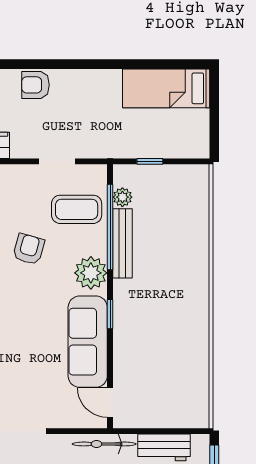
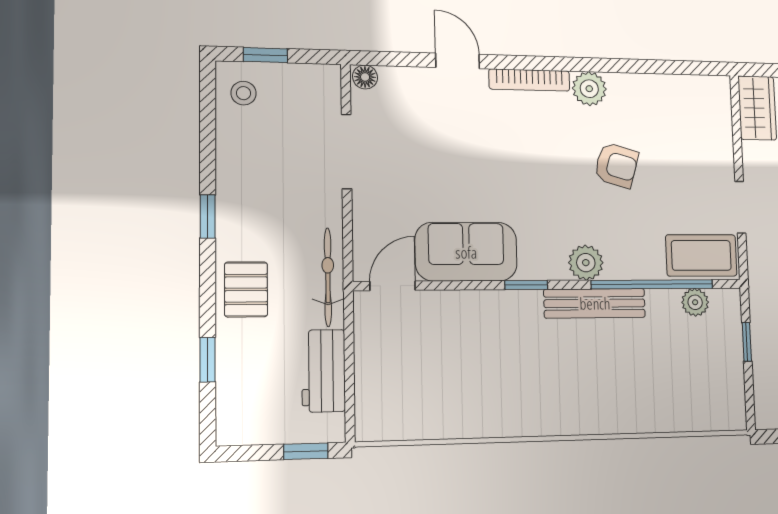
coffee table: (77, 209) -> (701, 255), moved, turned 90
bench: (123, 243) -> (595, 303), moved
plant: (91, 273) -> (586, 263), width x0.73, depth x0.73
sofa: (88, 342) -> (466, 252), width x0.73

